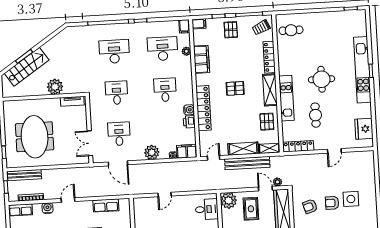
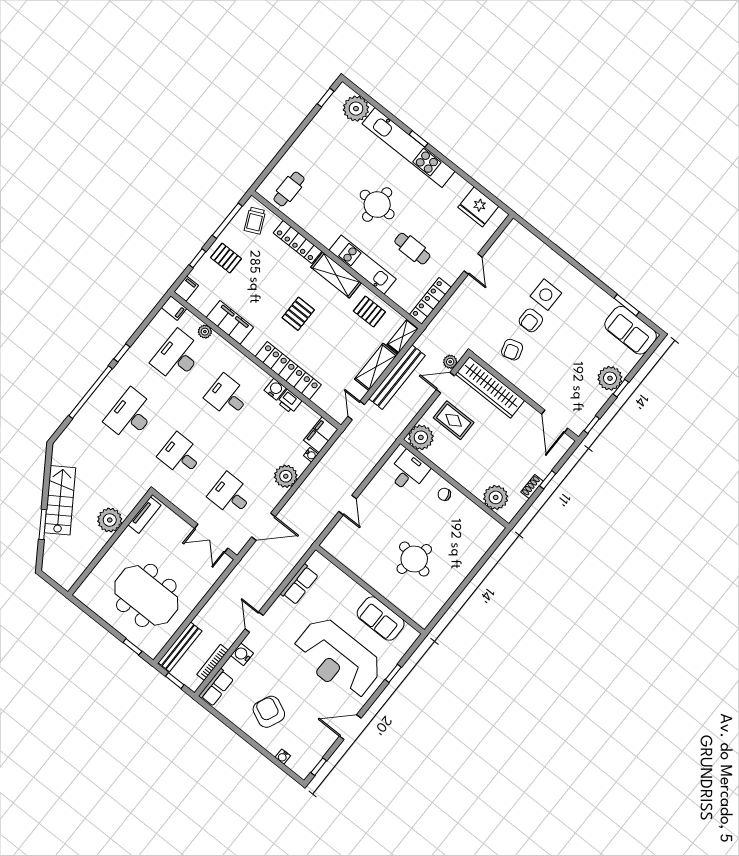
plant: (358, 28) -> (356, 109), added
stairs: (27, 67) -> (60, 500), moved

